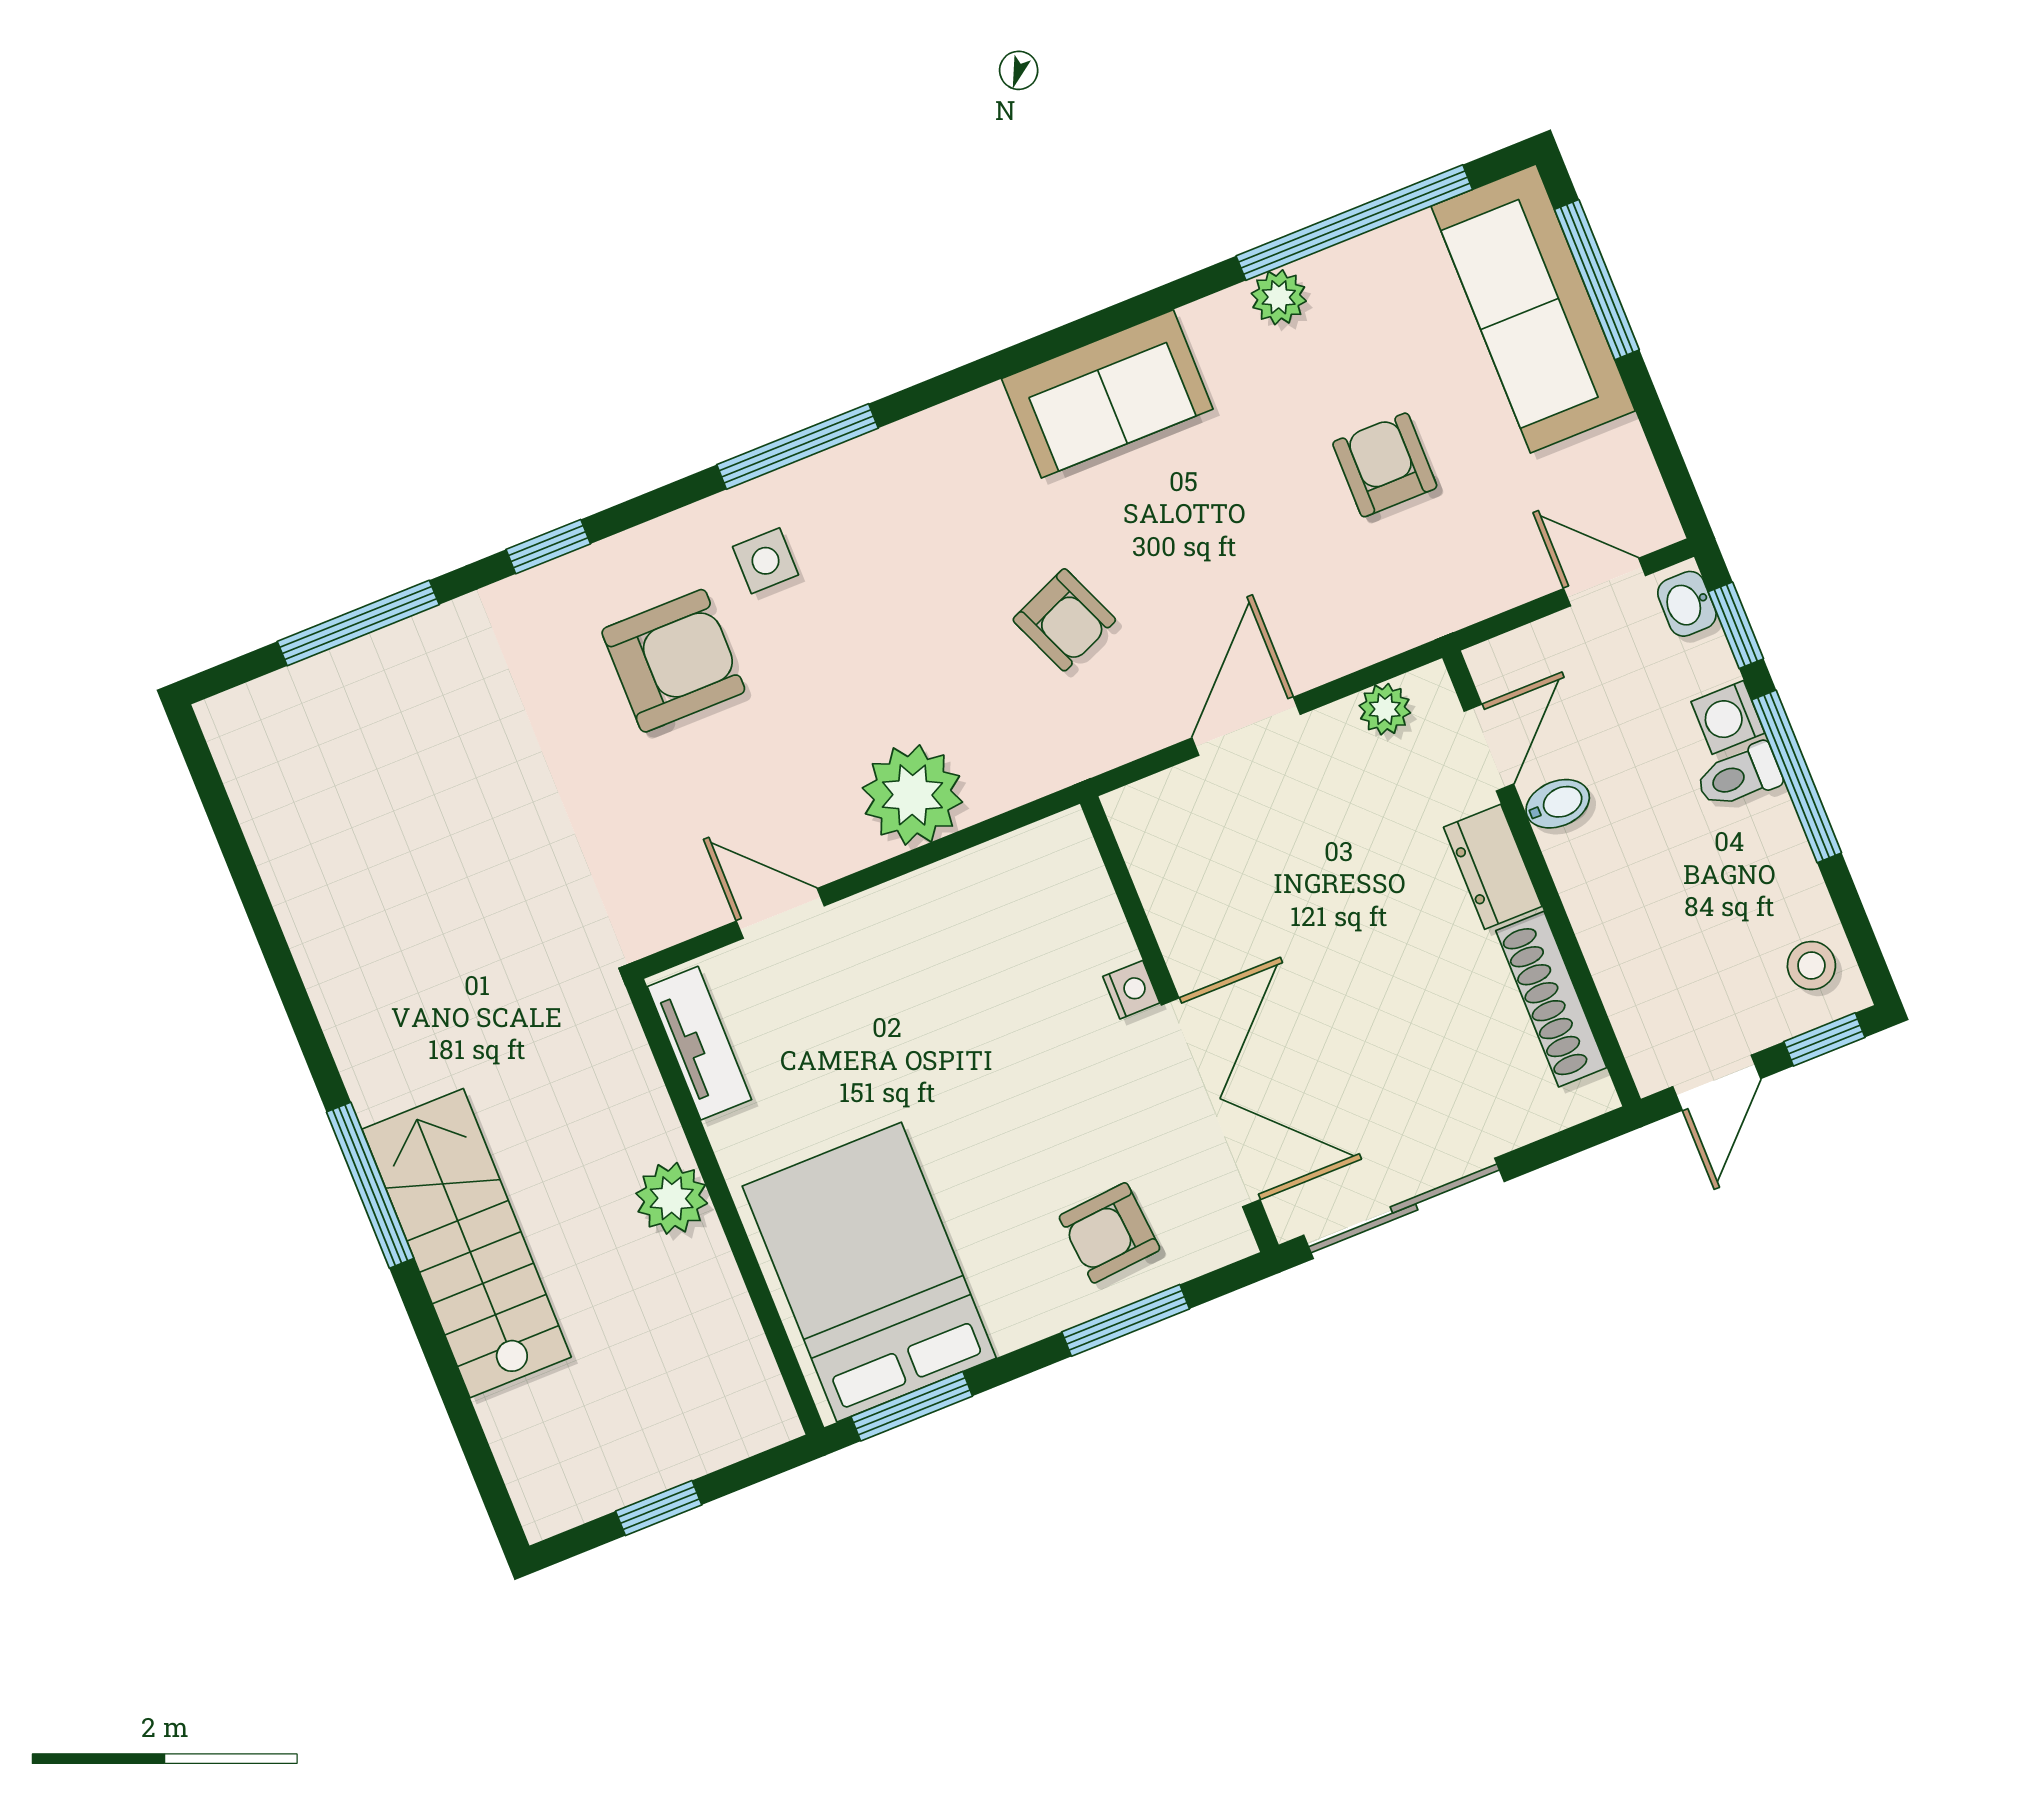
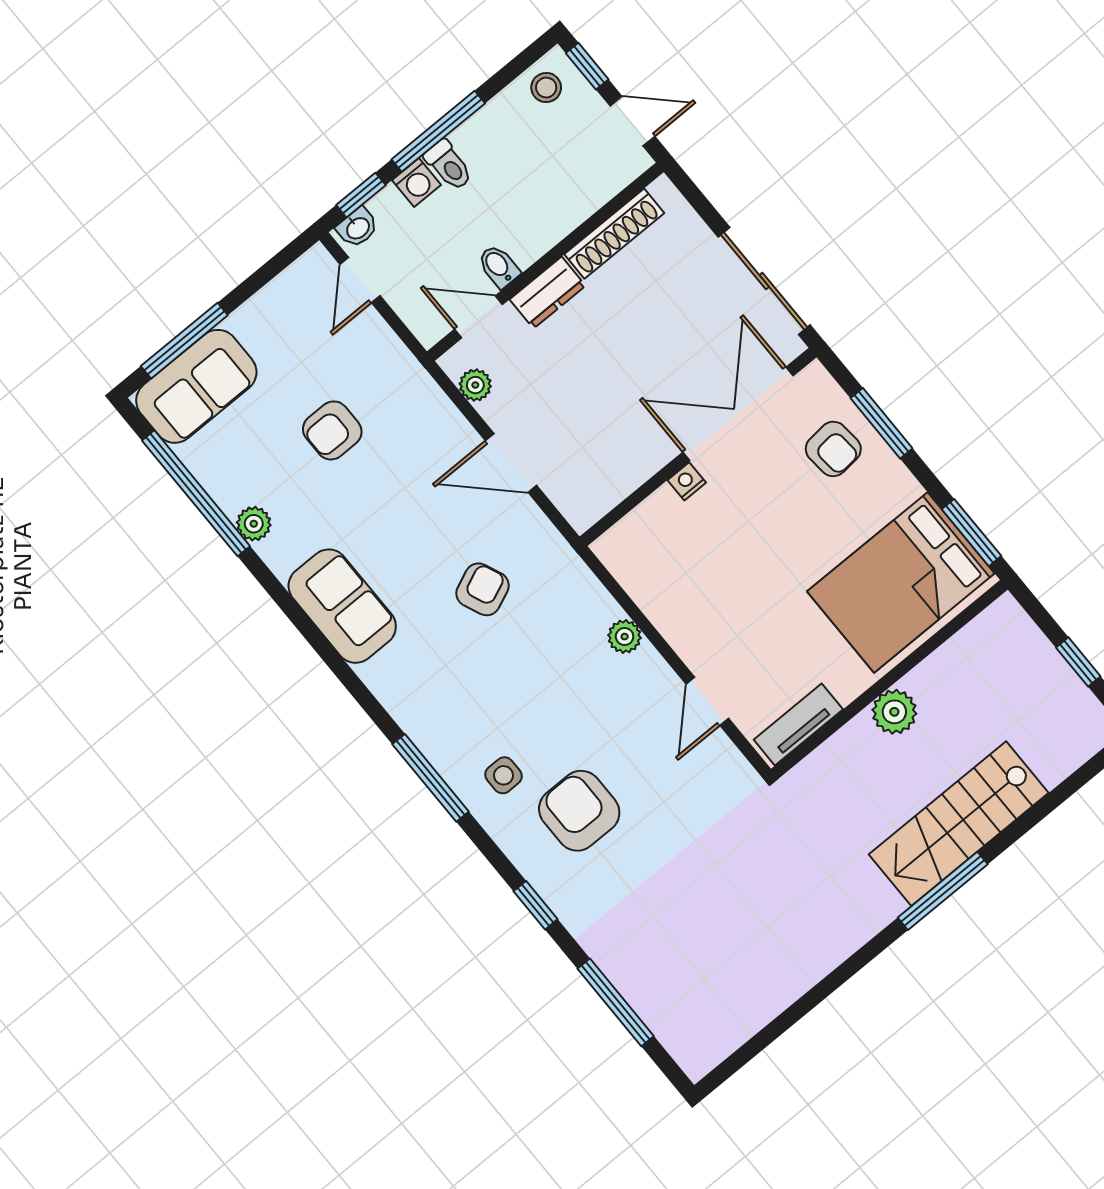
sofa: (1533, 308) -> (196, 386), width x0.73
plant: (912, 795) -> (625, 637), width x0.53, depth x0.53

